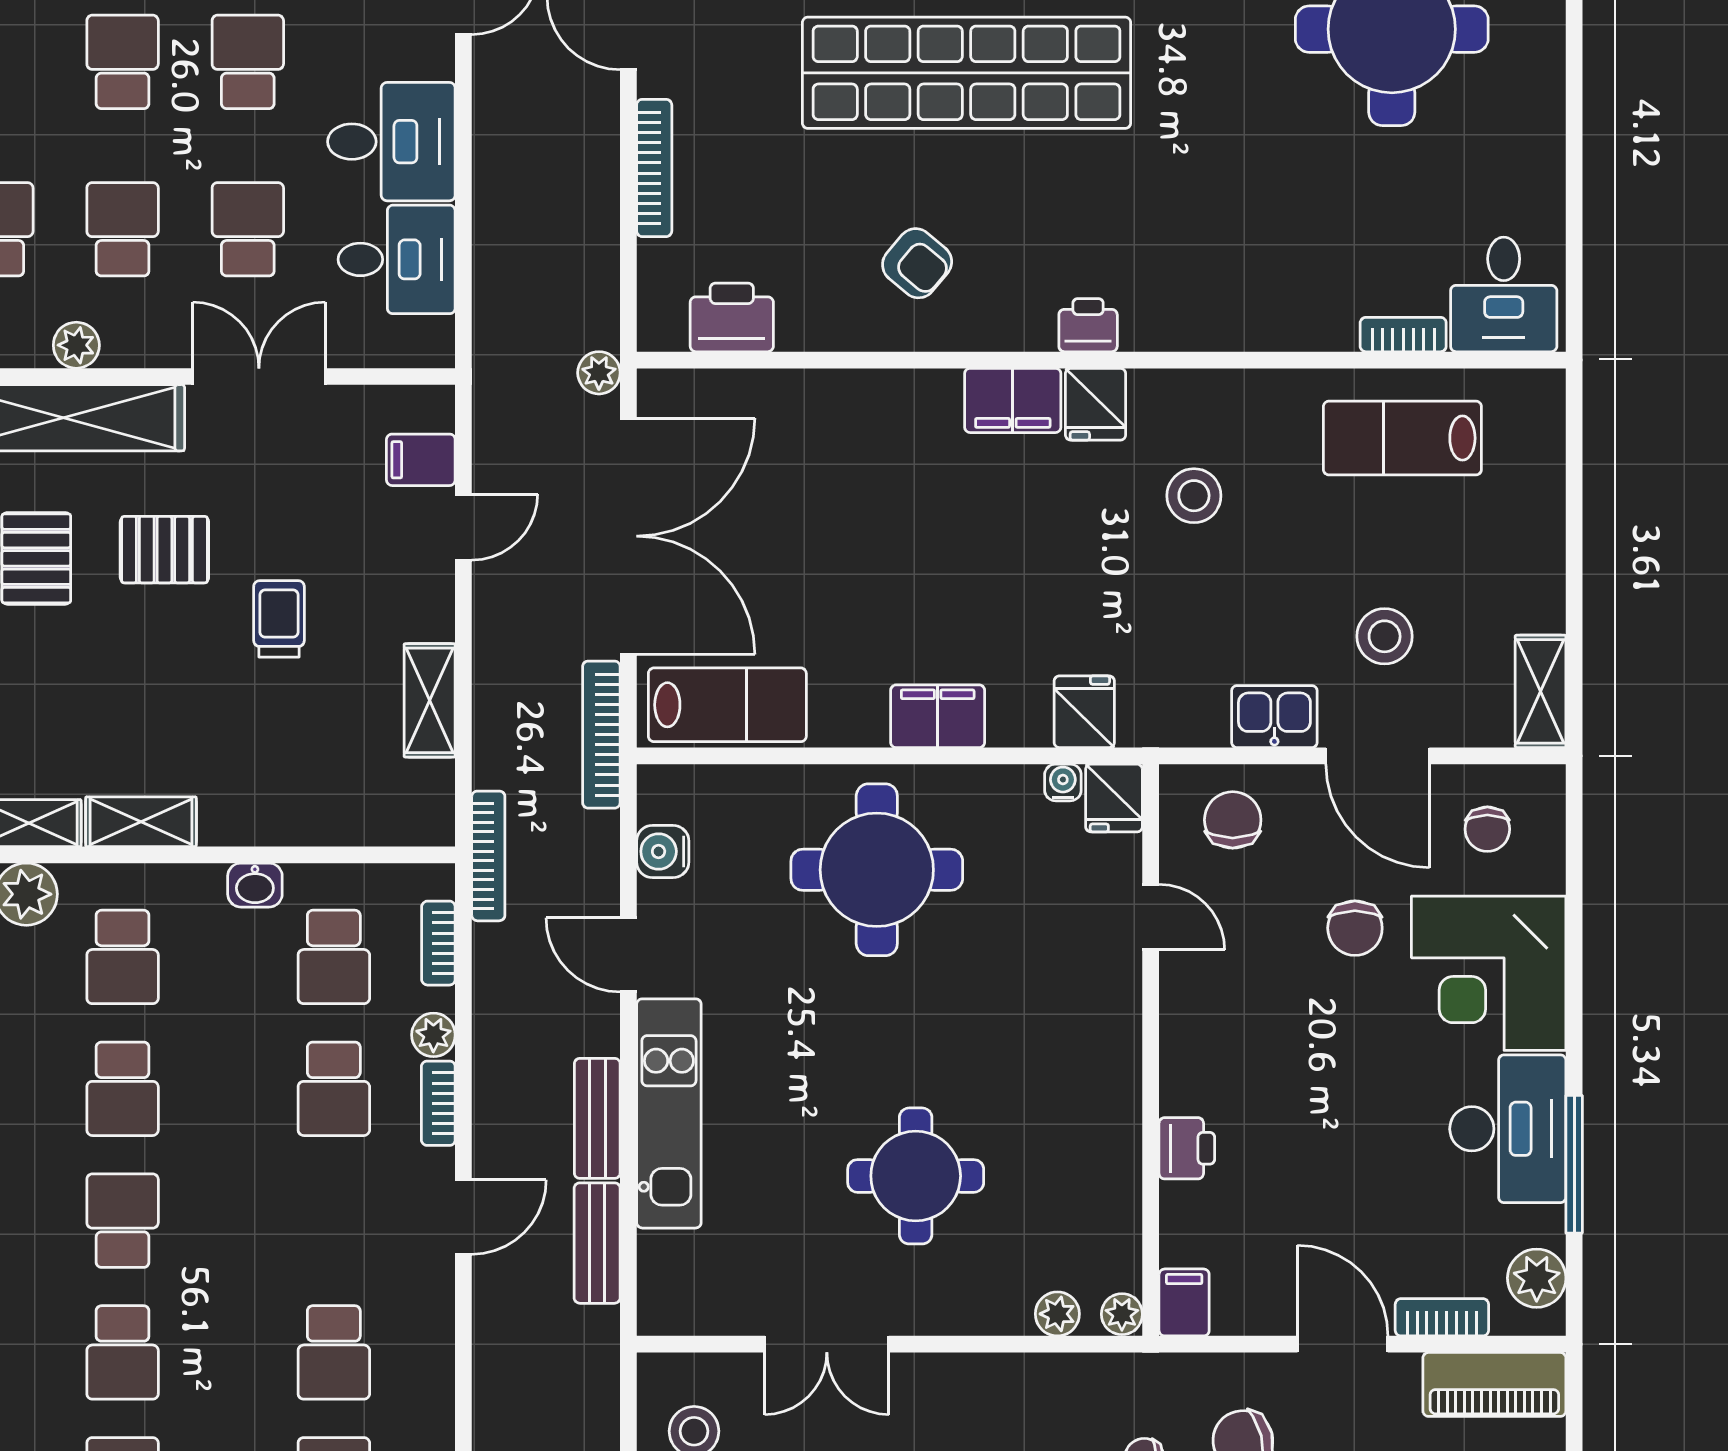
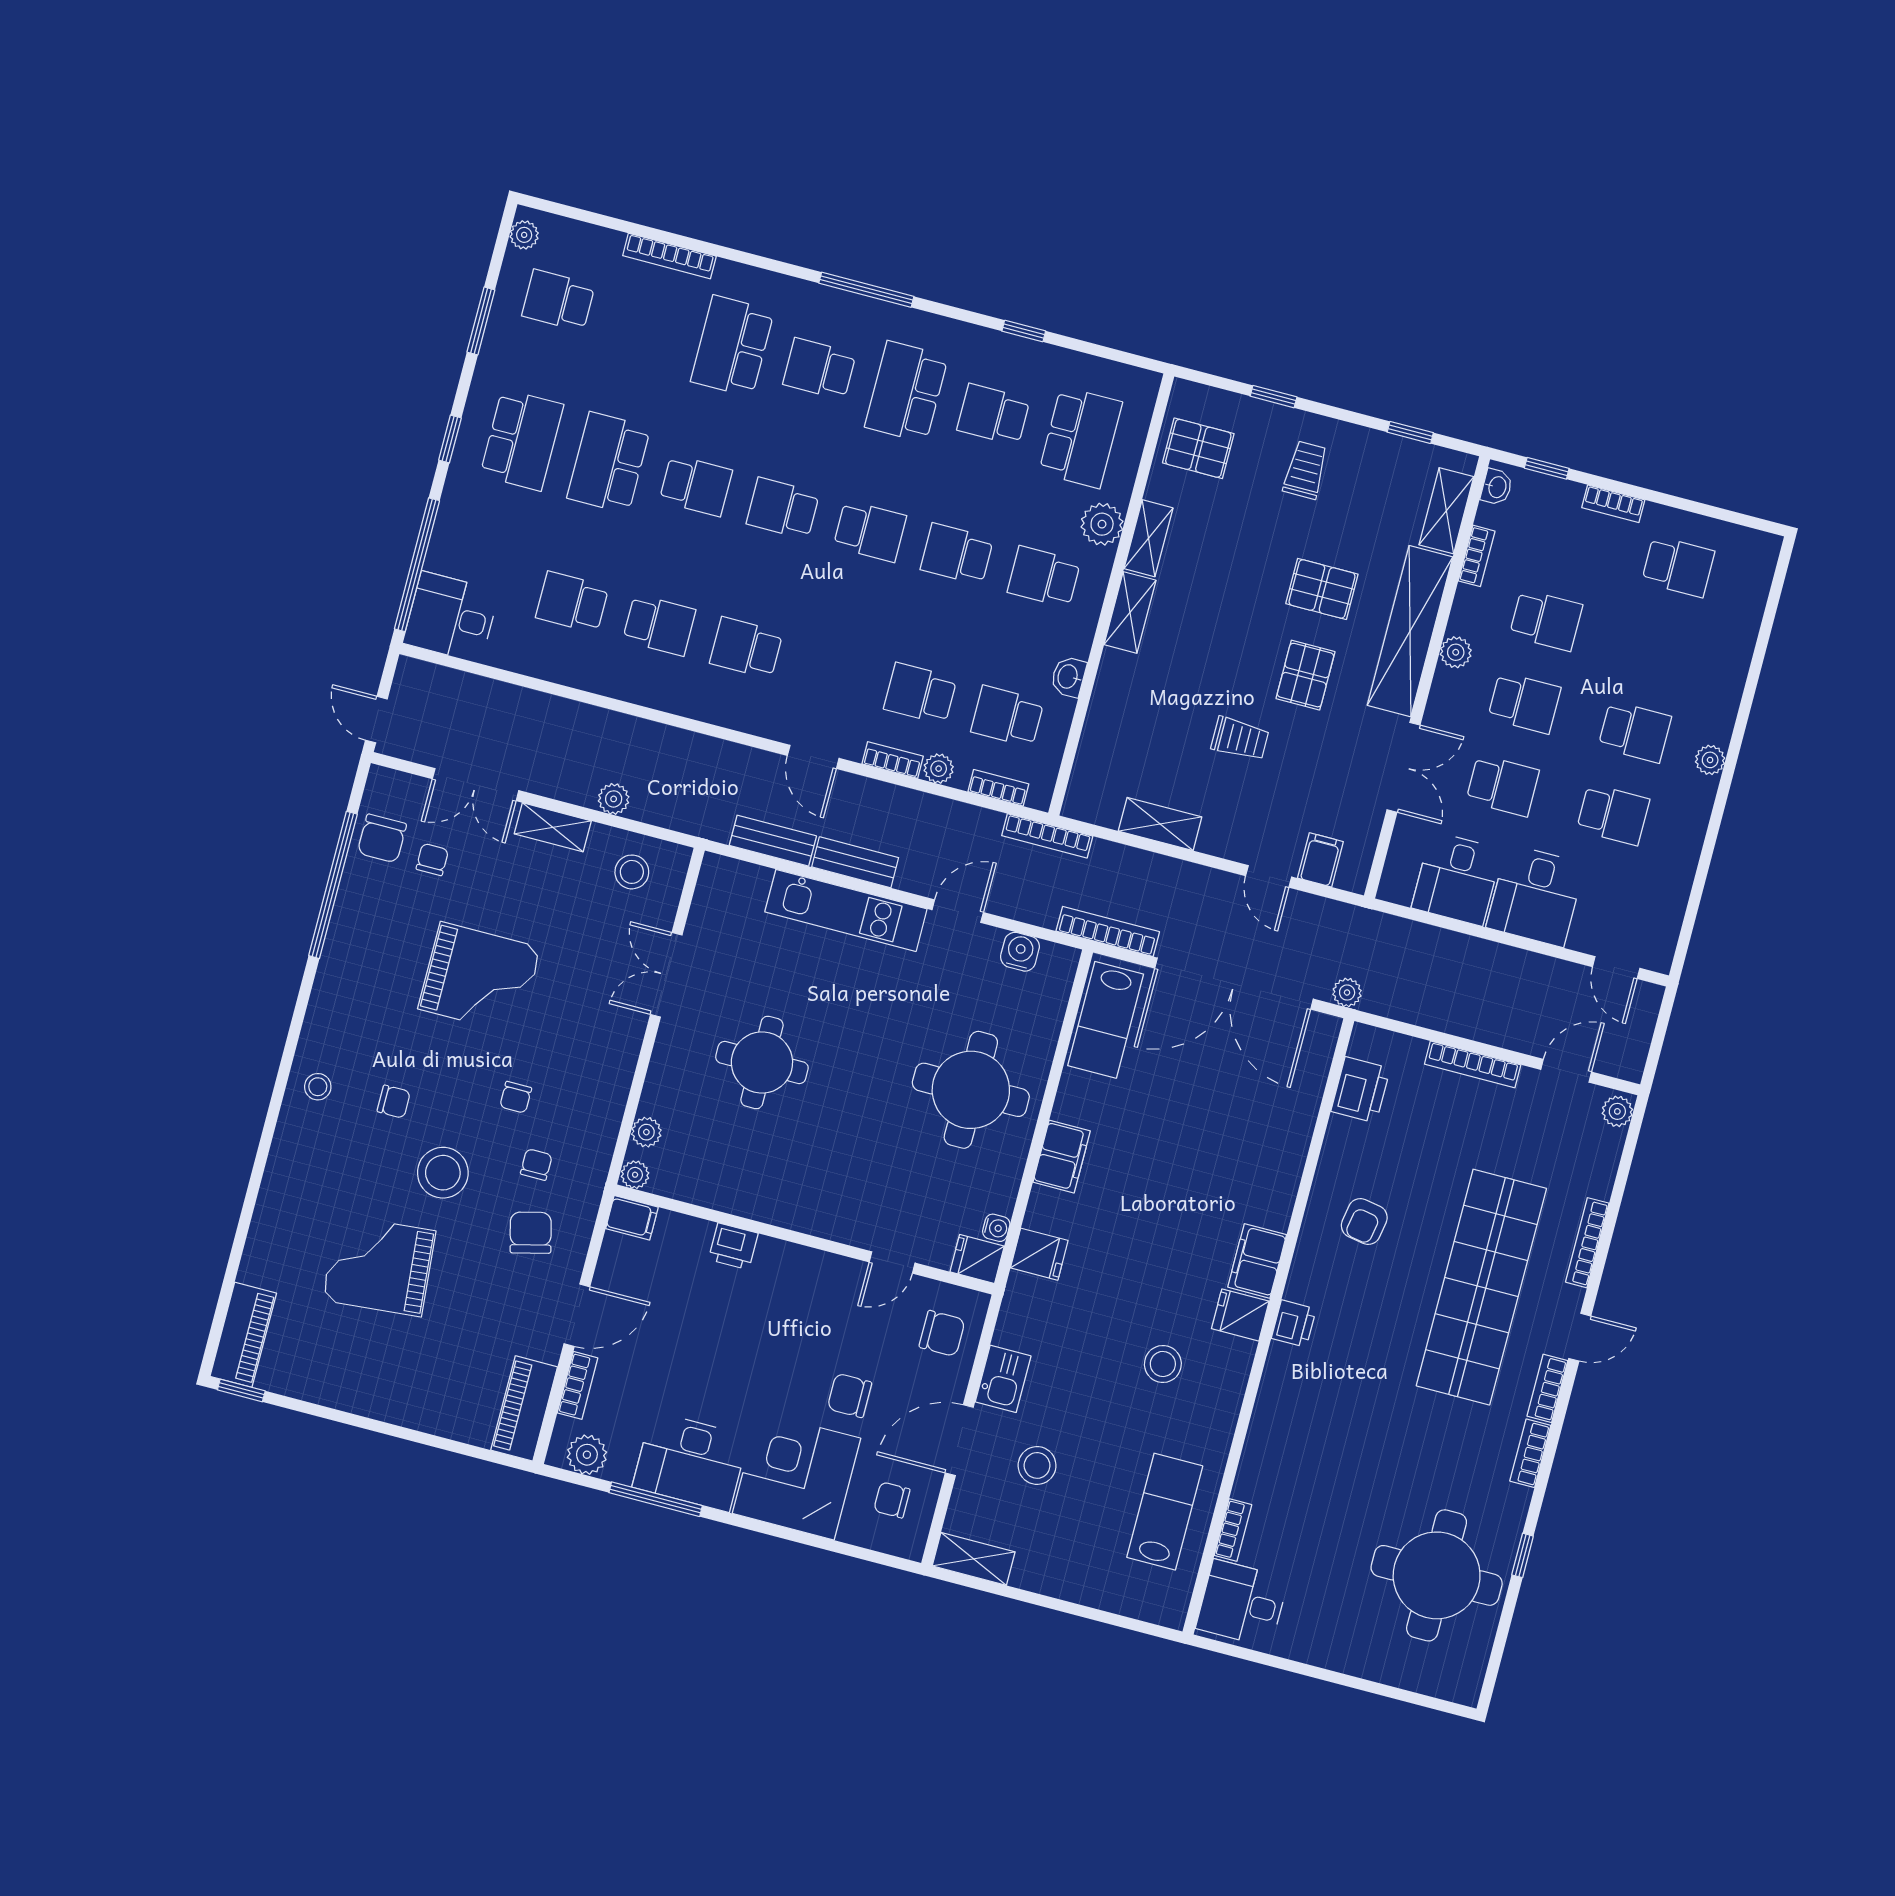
armchair: (917, 263) -> (1364, 1222), turned -30

